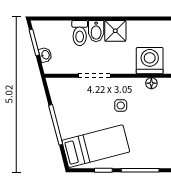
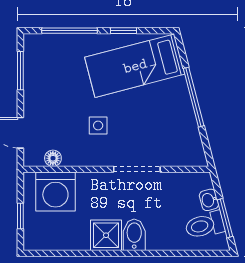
toilet: (80, 33) -> (205, 225), moved, turned -105

